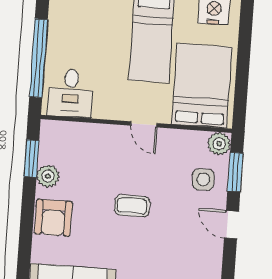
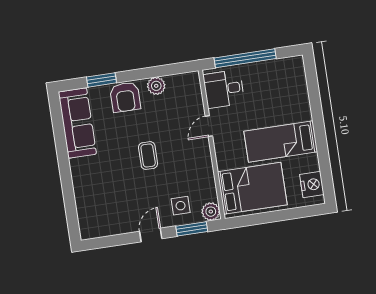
door: (144, 124) -> (209, 126), moved
window: (31, 159) -> (101, 80), moved
armchair: (53, 218) -> (125, 97), turned -90

